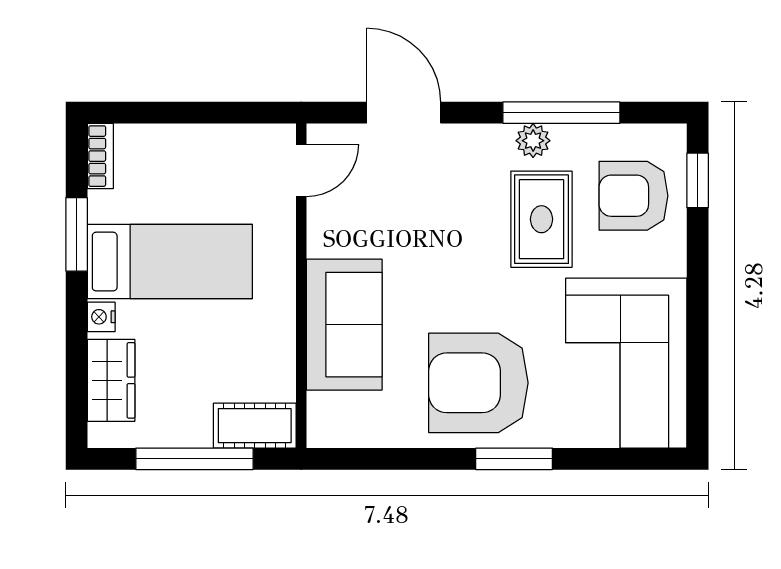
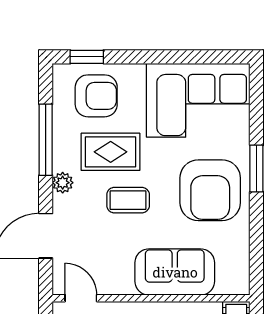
plant: (533, 141) -> (63, 183), moved
armchair: (633, 196) -> (96, 96), turned -90
coffee table: (462, 248) -> (128, 200), added

